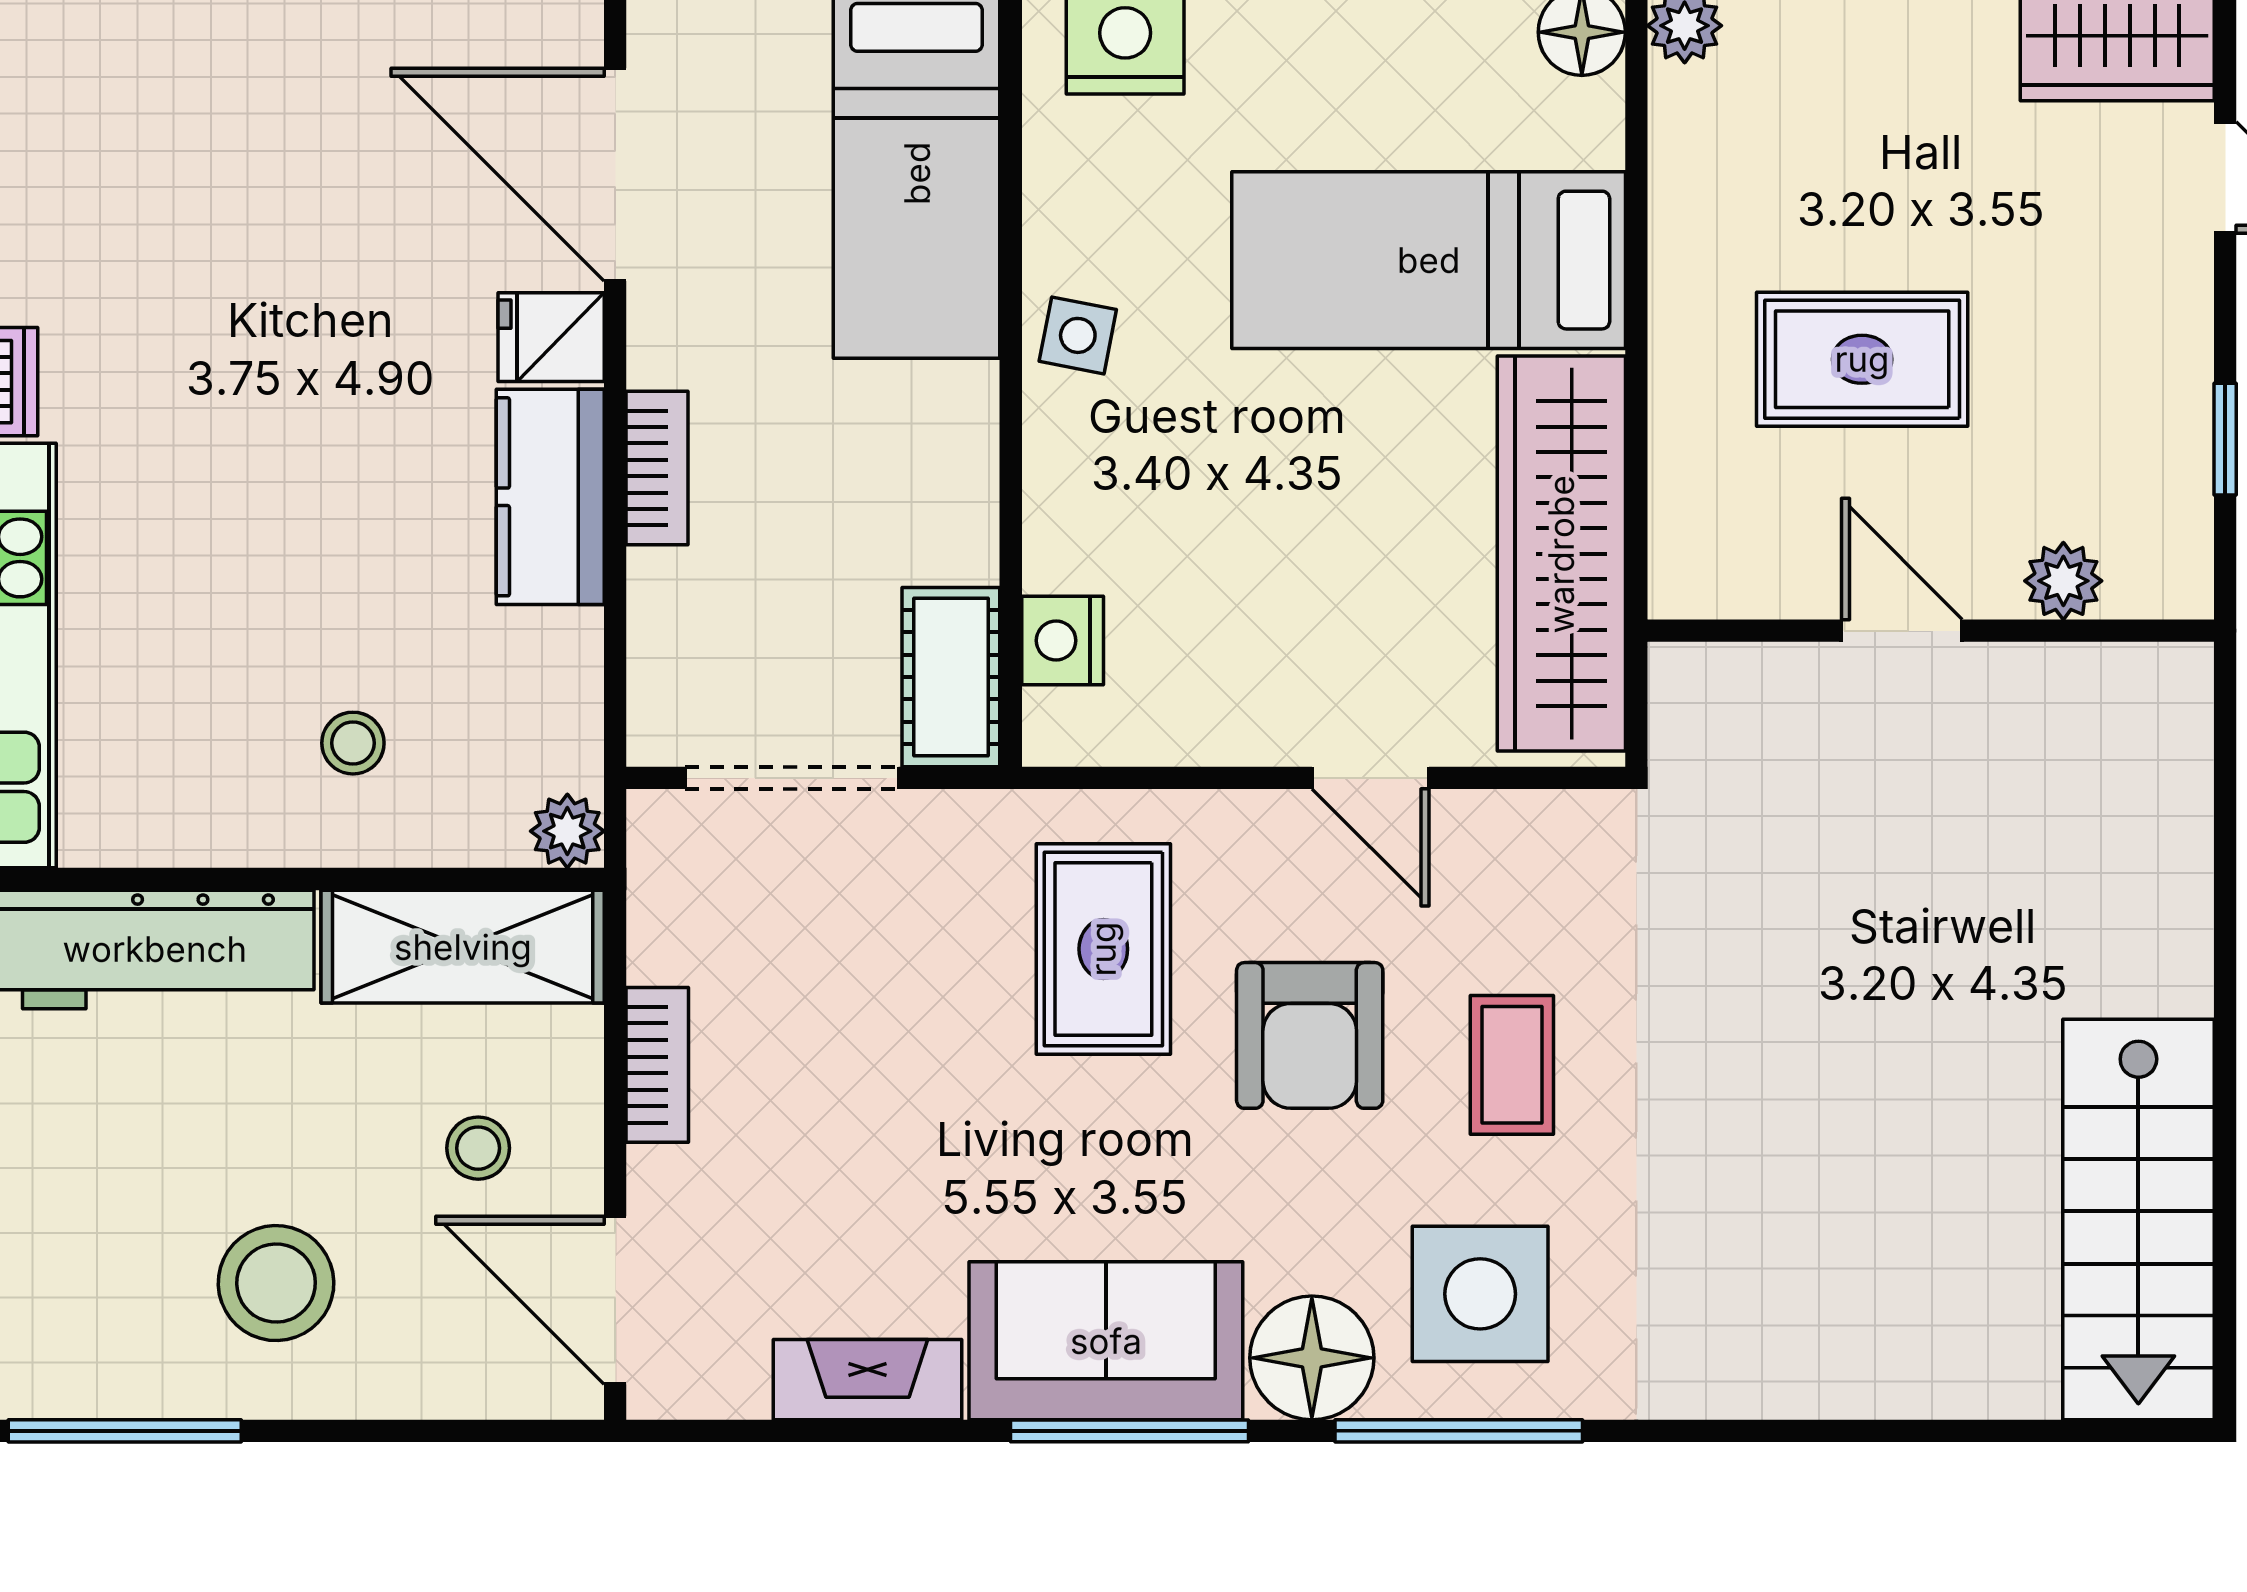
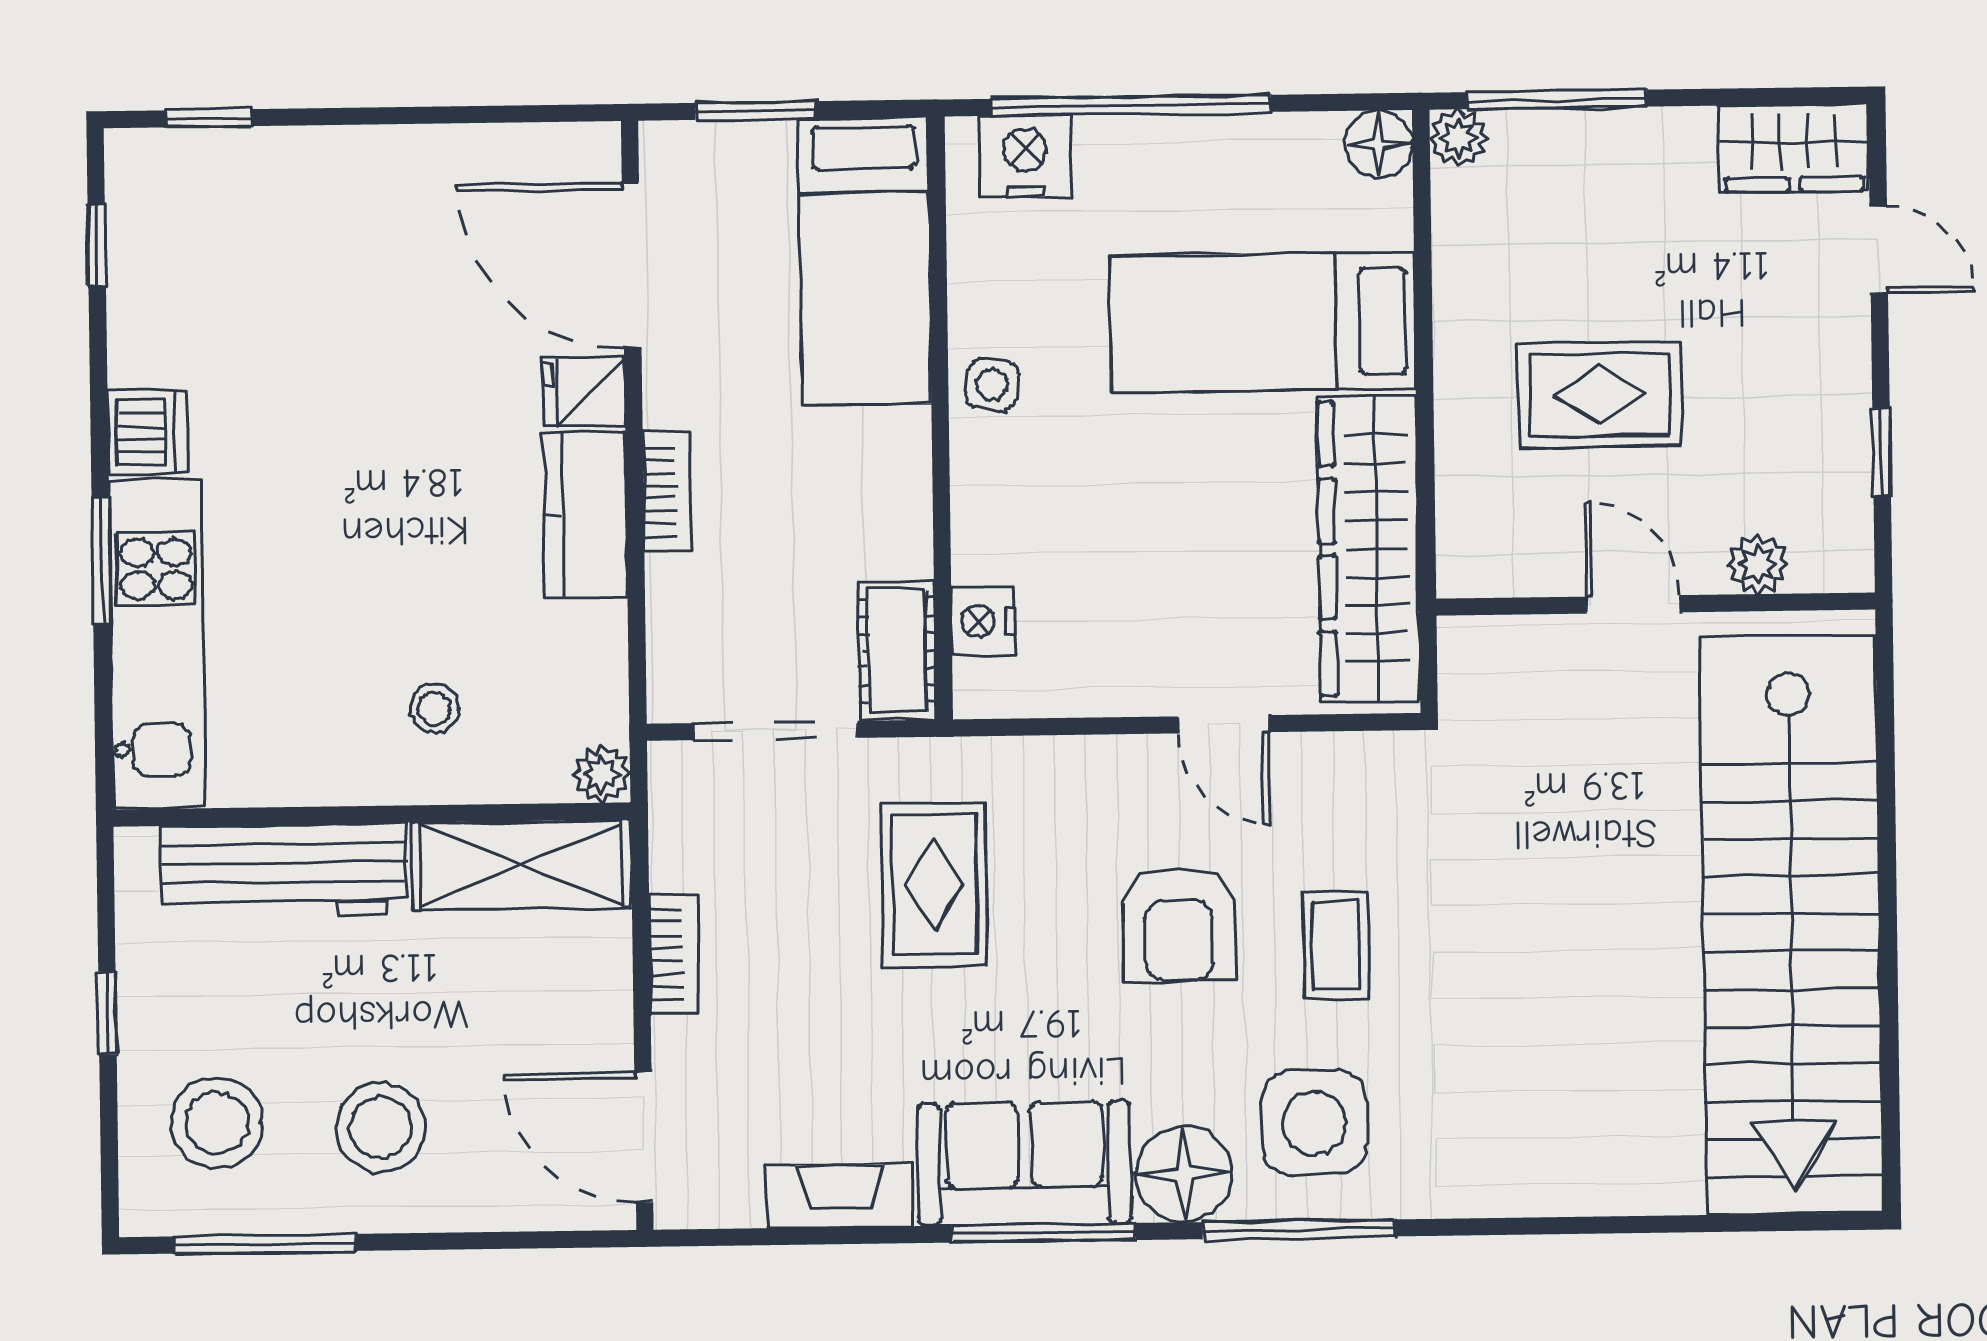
rug: (1103, 949) -> (934, 884), moved
stool: (478, 1148) -> (217, 1123), moved, width x1.89, depth x1.89
stairs: (2138, 1220) -> (1791, 925), width x1.86, depth x1.51

